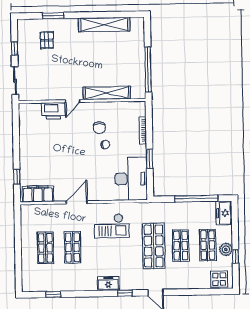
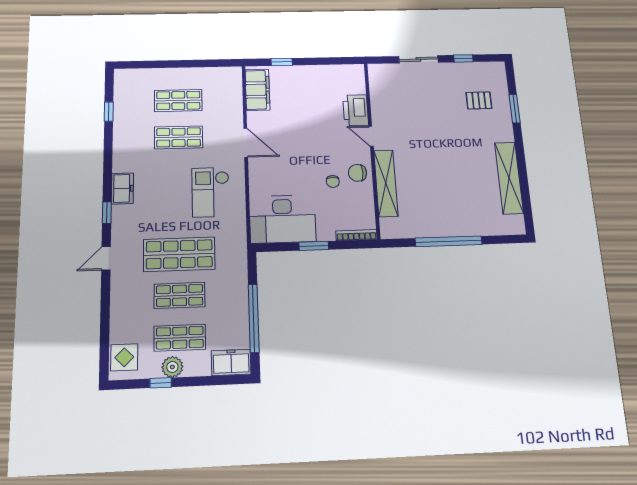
shelving: (107, 93) -> (386, 183), moved
door: (73, 101) -> (371, 136), moved
wall: (82, 101) -> (372, 149), moved
printer: (53, 111) -> (356, 110), moved

